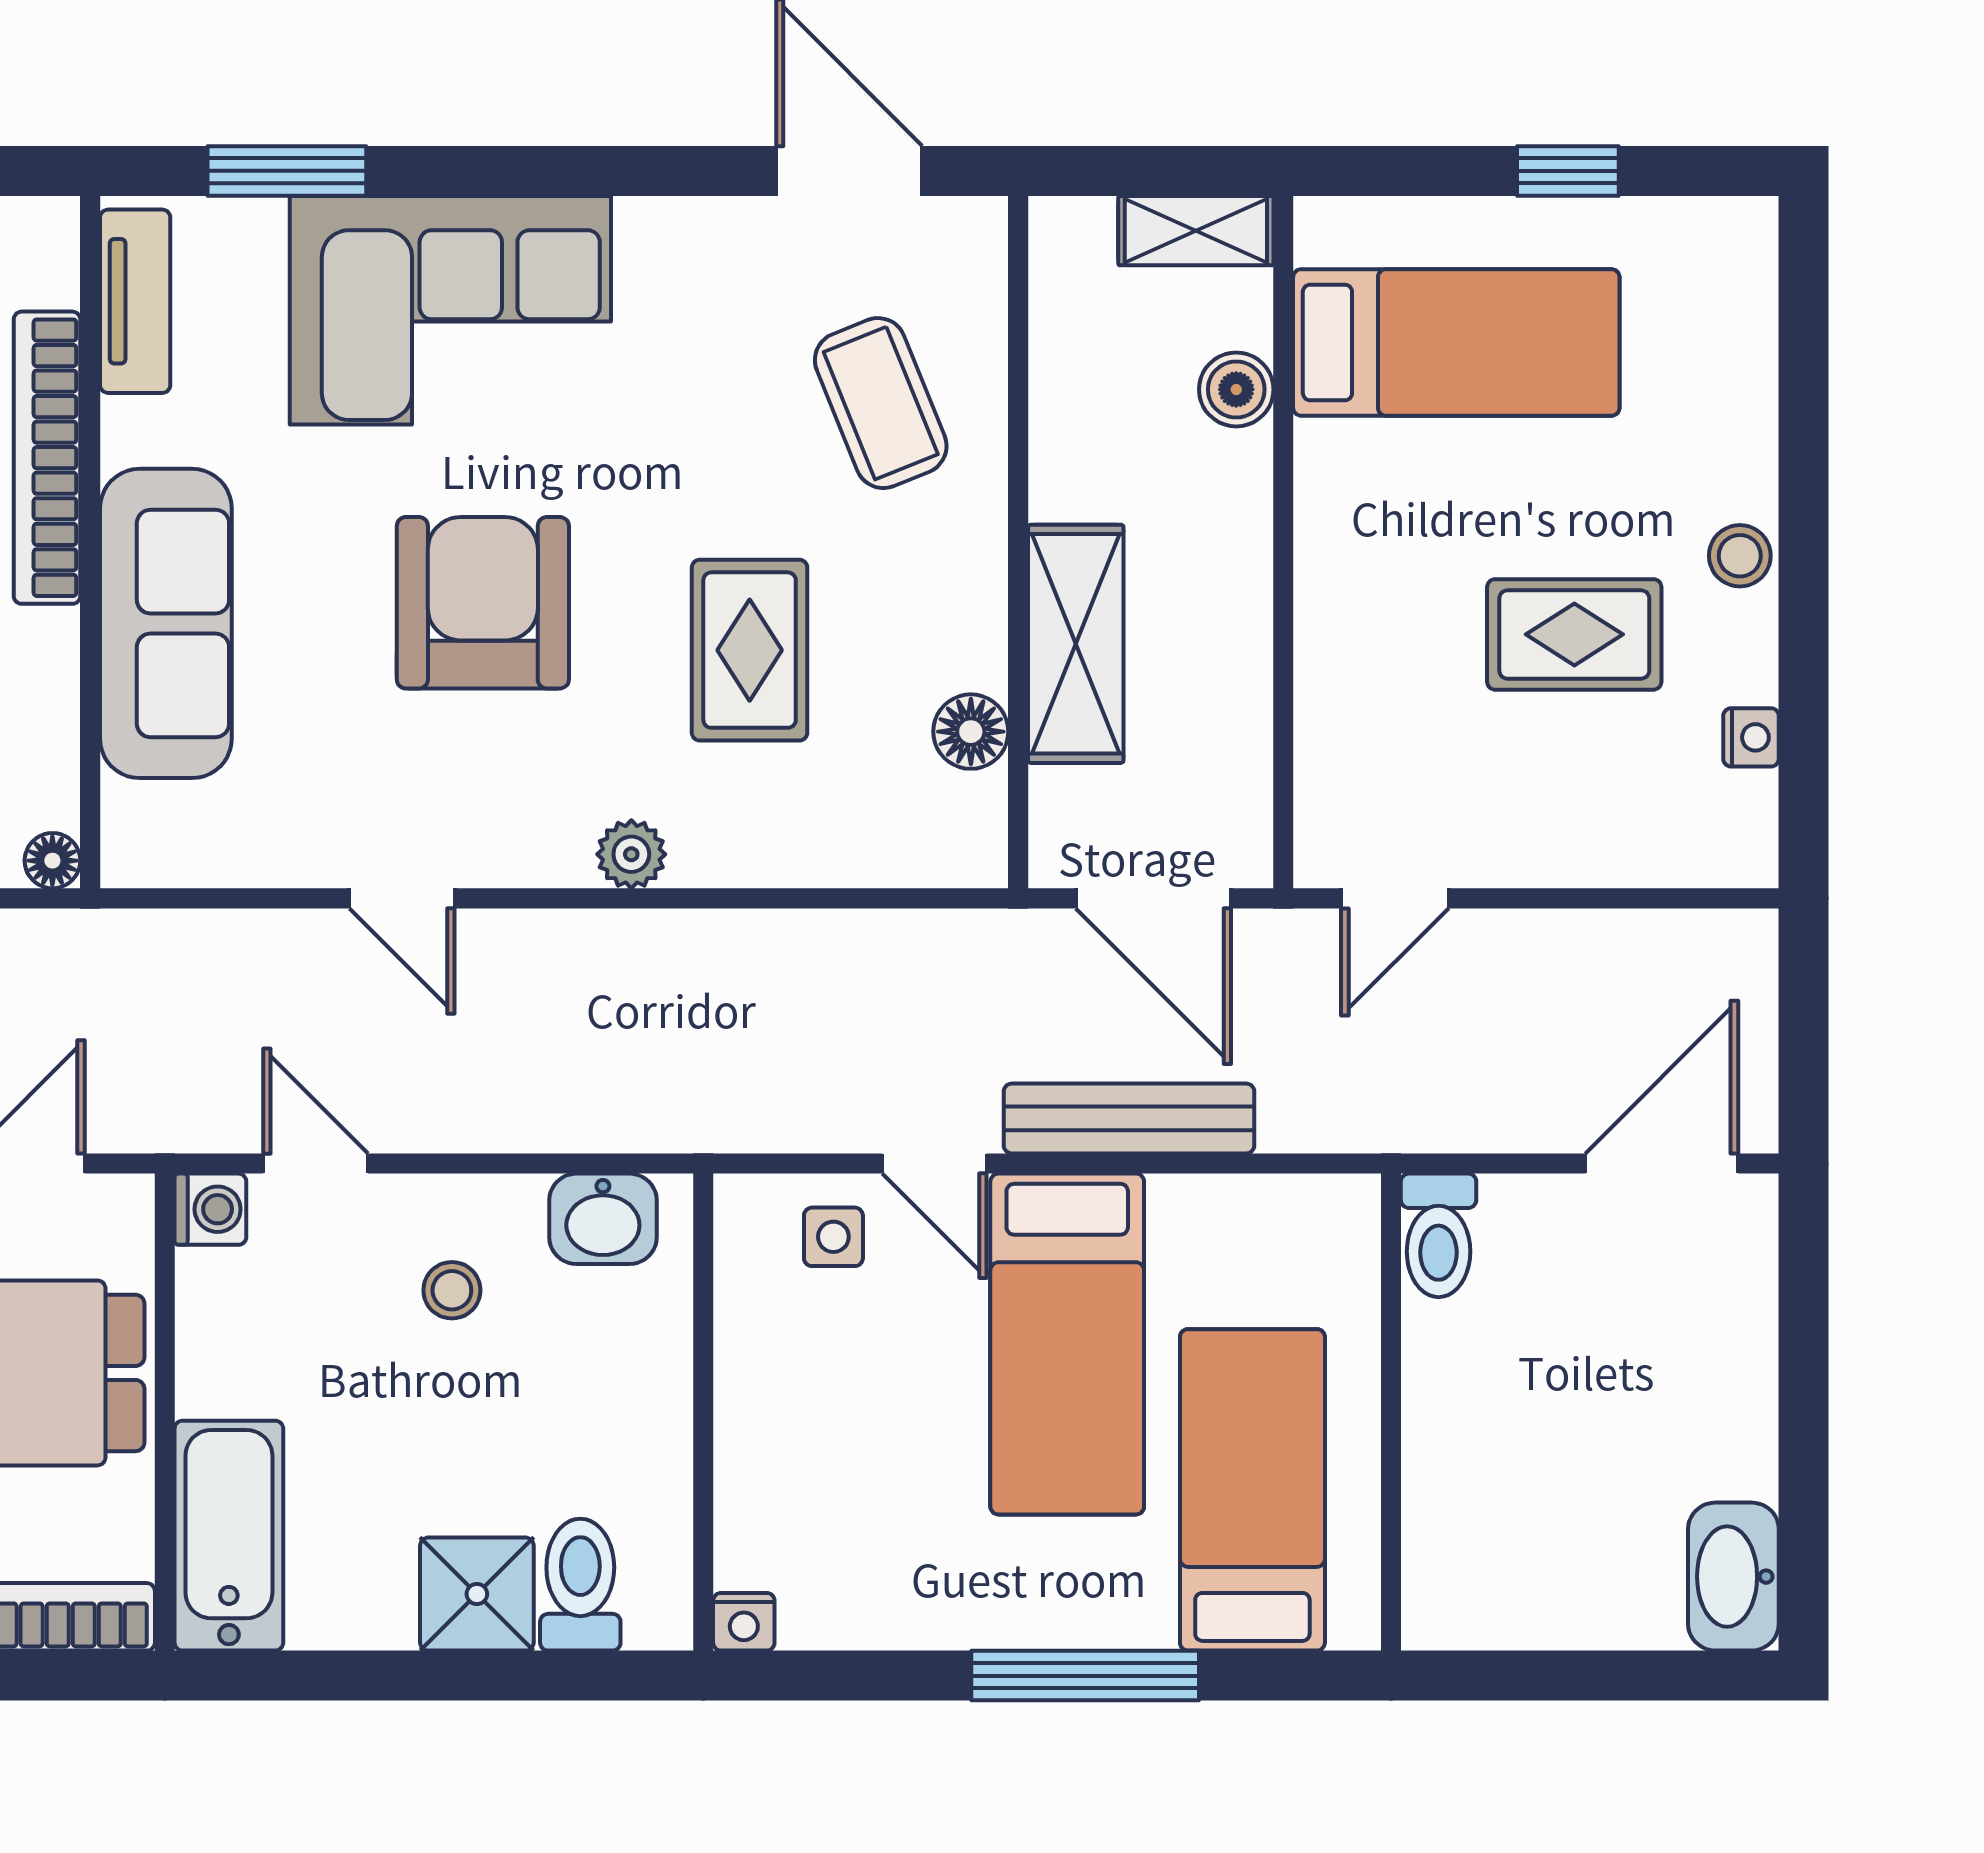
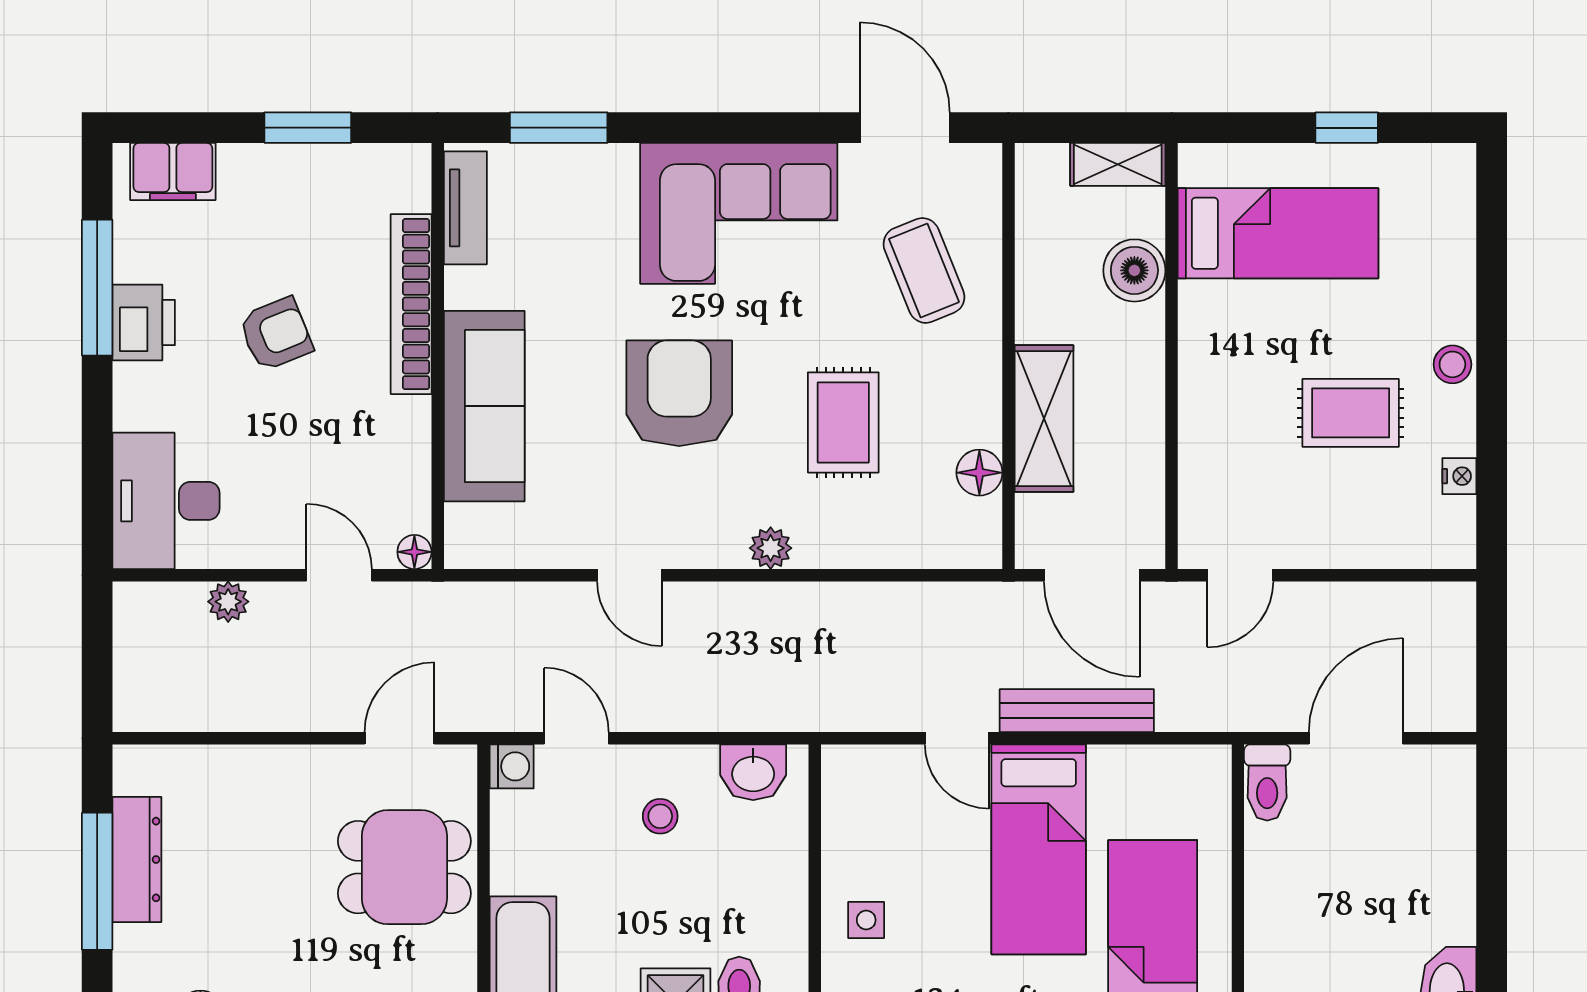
corner sofa: (450, 310) -> (739, 213), moved
boiler: (1236, 389) -> (1134, 270), width x1.36, depth x1.36
door: (1662, 1163) -> (1356, 738), moved
side table: (833, 1237) -> (866, 920), moved

